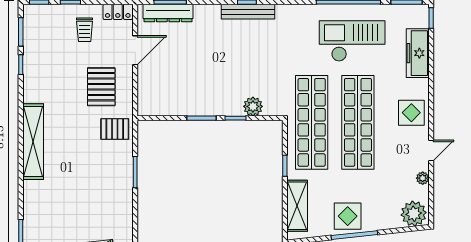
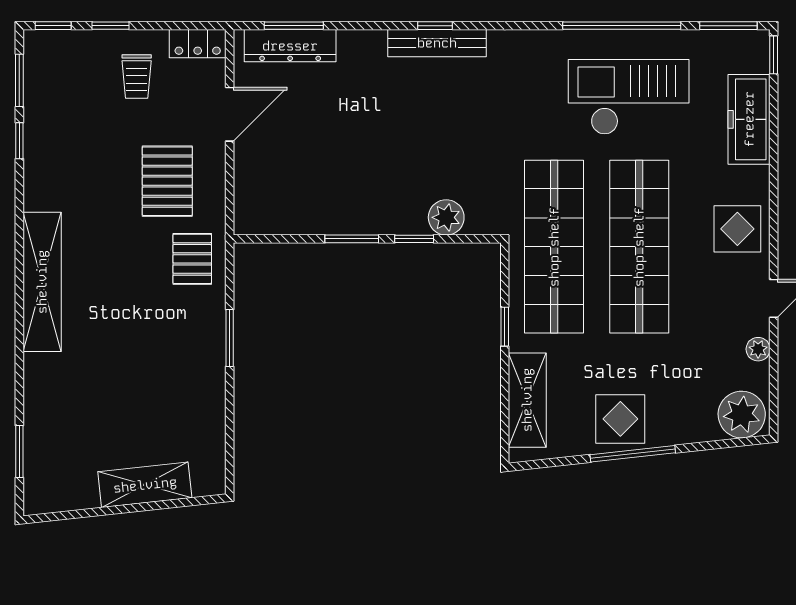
pallet: (115, 129) -> (192, 259), turned 90

